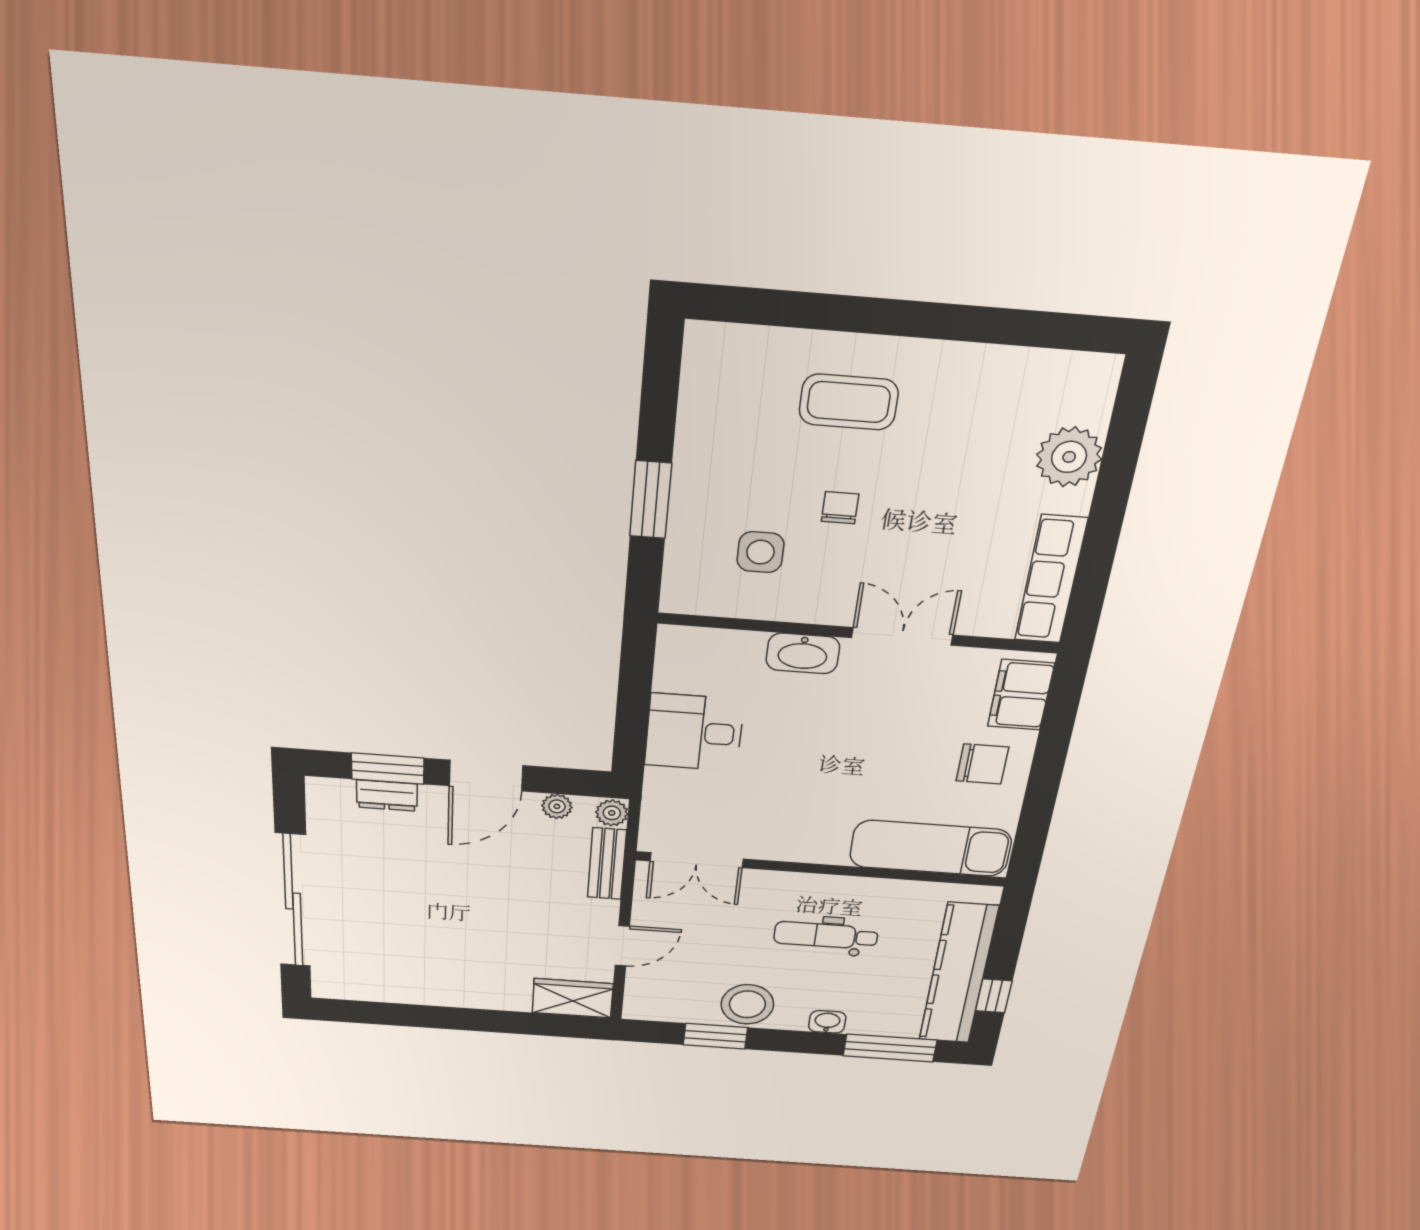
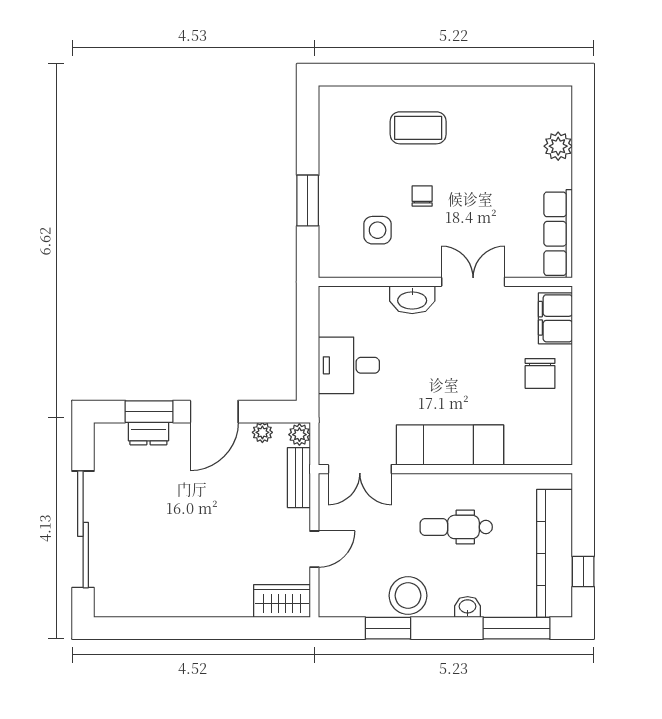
plant: (1069, 457) -> (558, 146), width x0.73, depth x0.73
chair: (982, 764) -> (540, 373), turned 90
exam couch: (931, 848) -> (450, 445), moved

